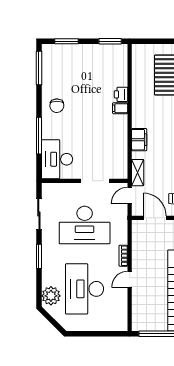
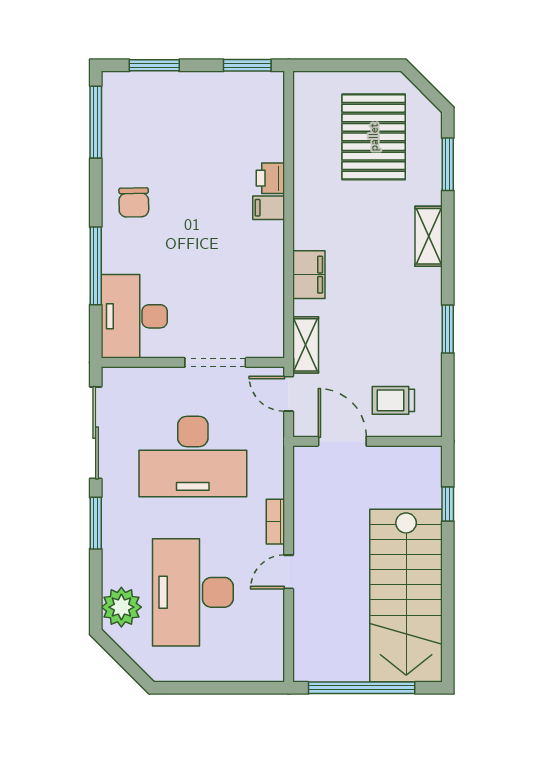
door: (130, 196) -> (289, 394), hinge flipped
sliding door: (39, 214) -> (96, 433), width x1.37

